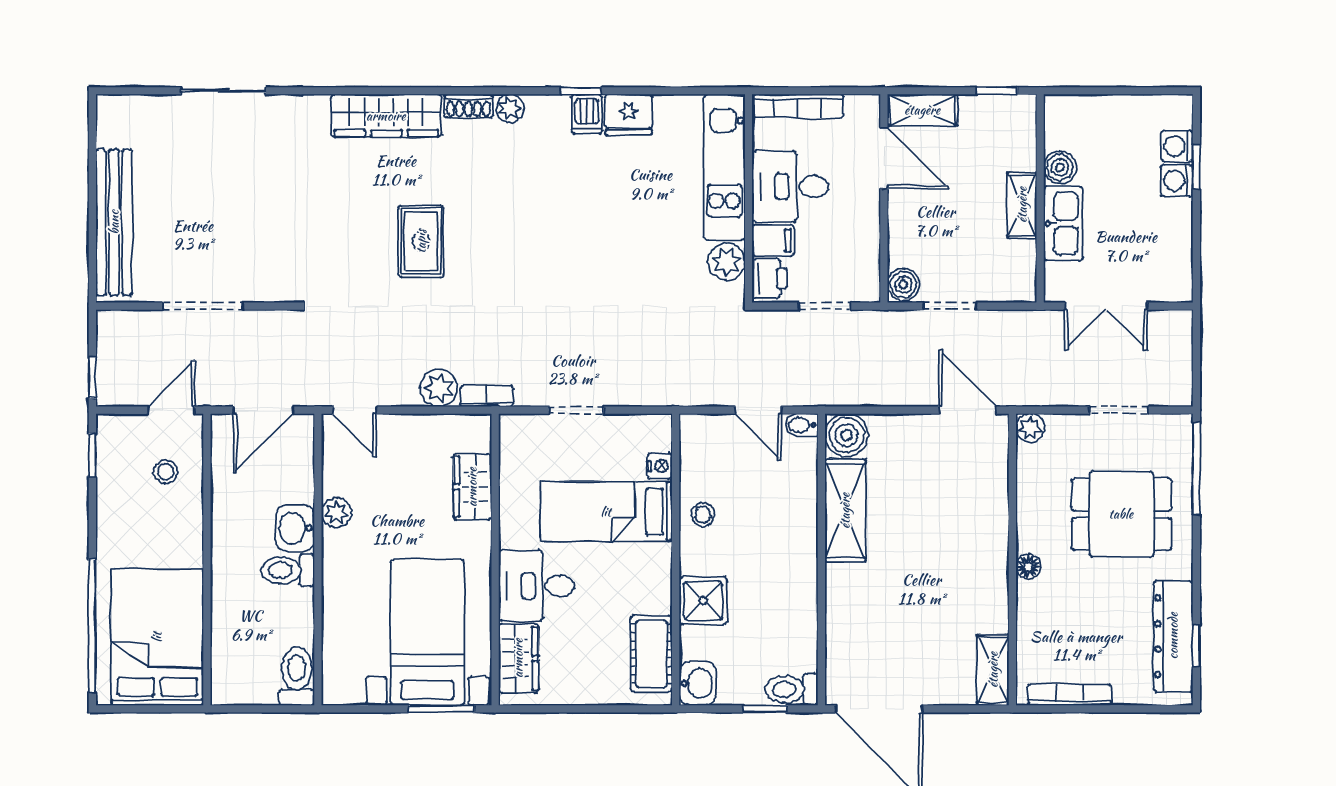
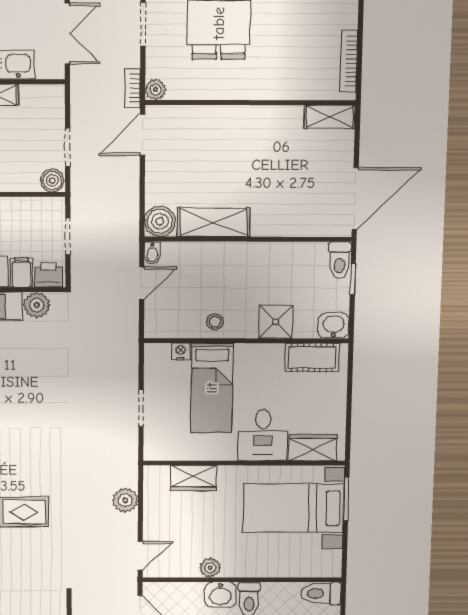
bookcase: (487, 396) -> (133, 88), moved
floor lamp: (1028, 567) -> (256, 91), removed

